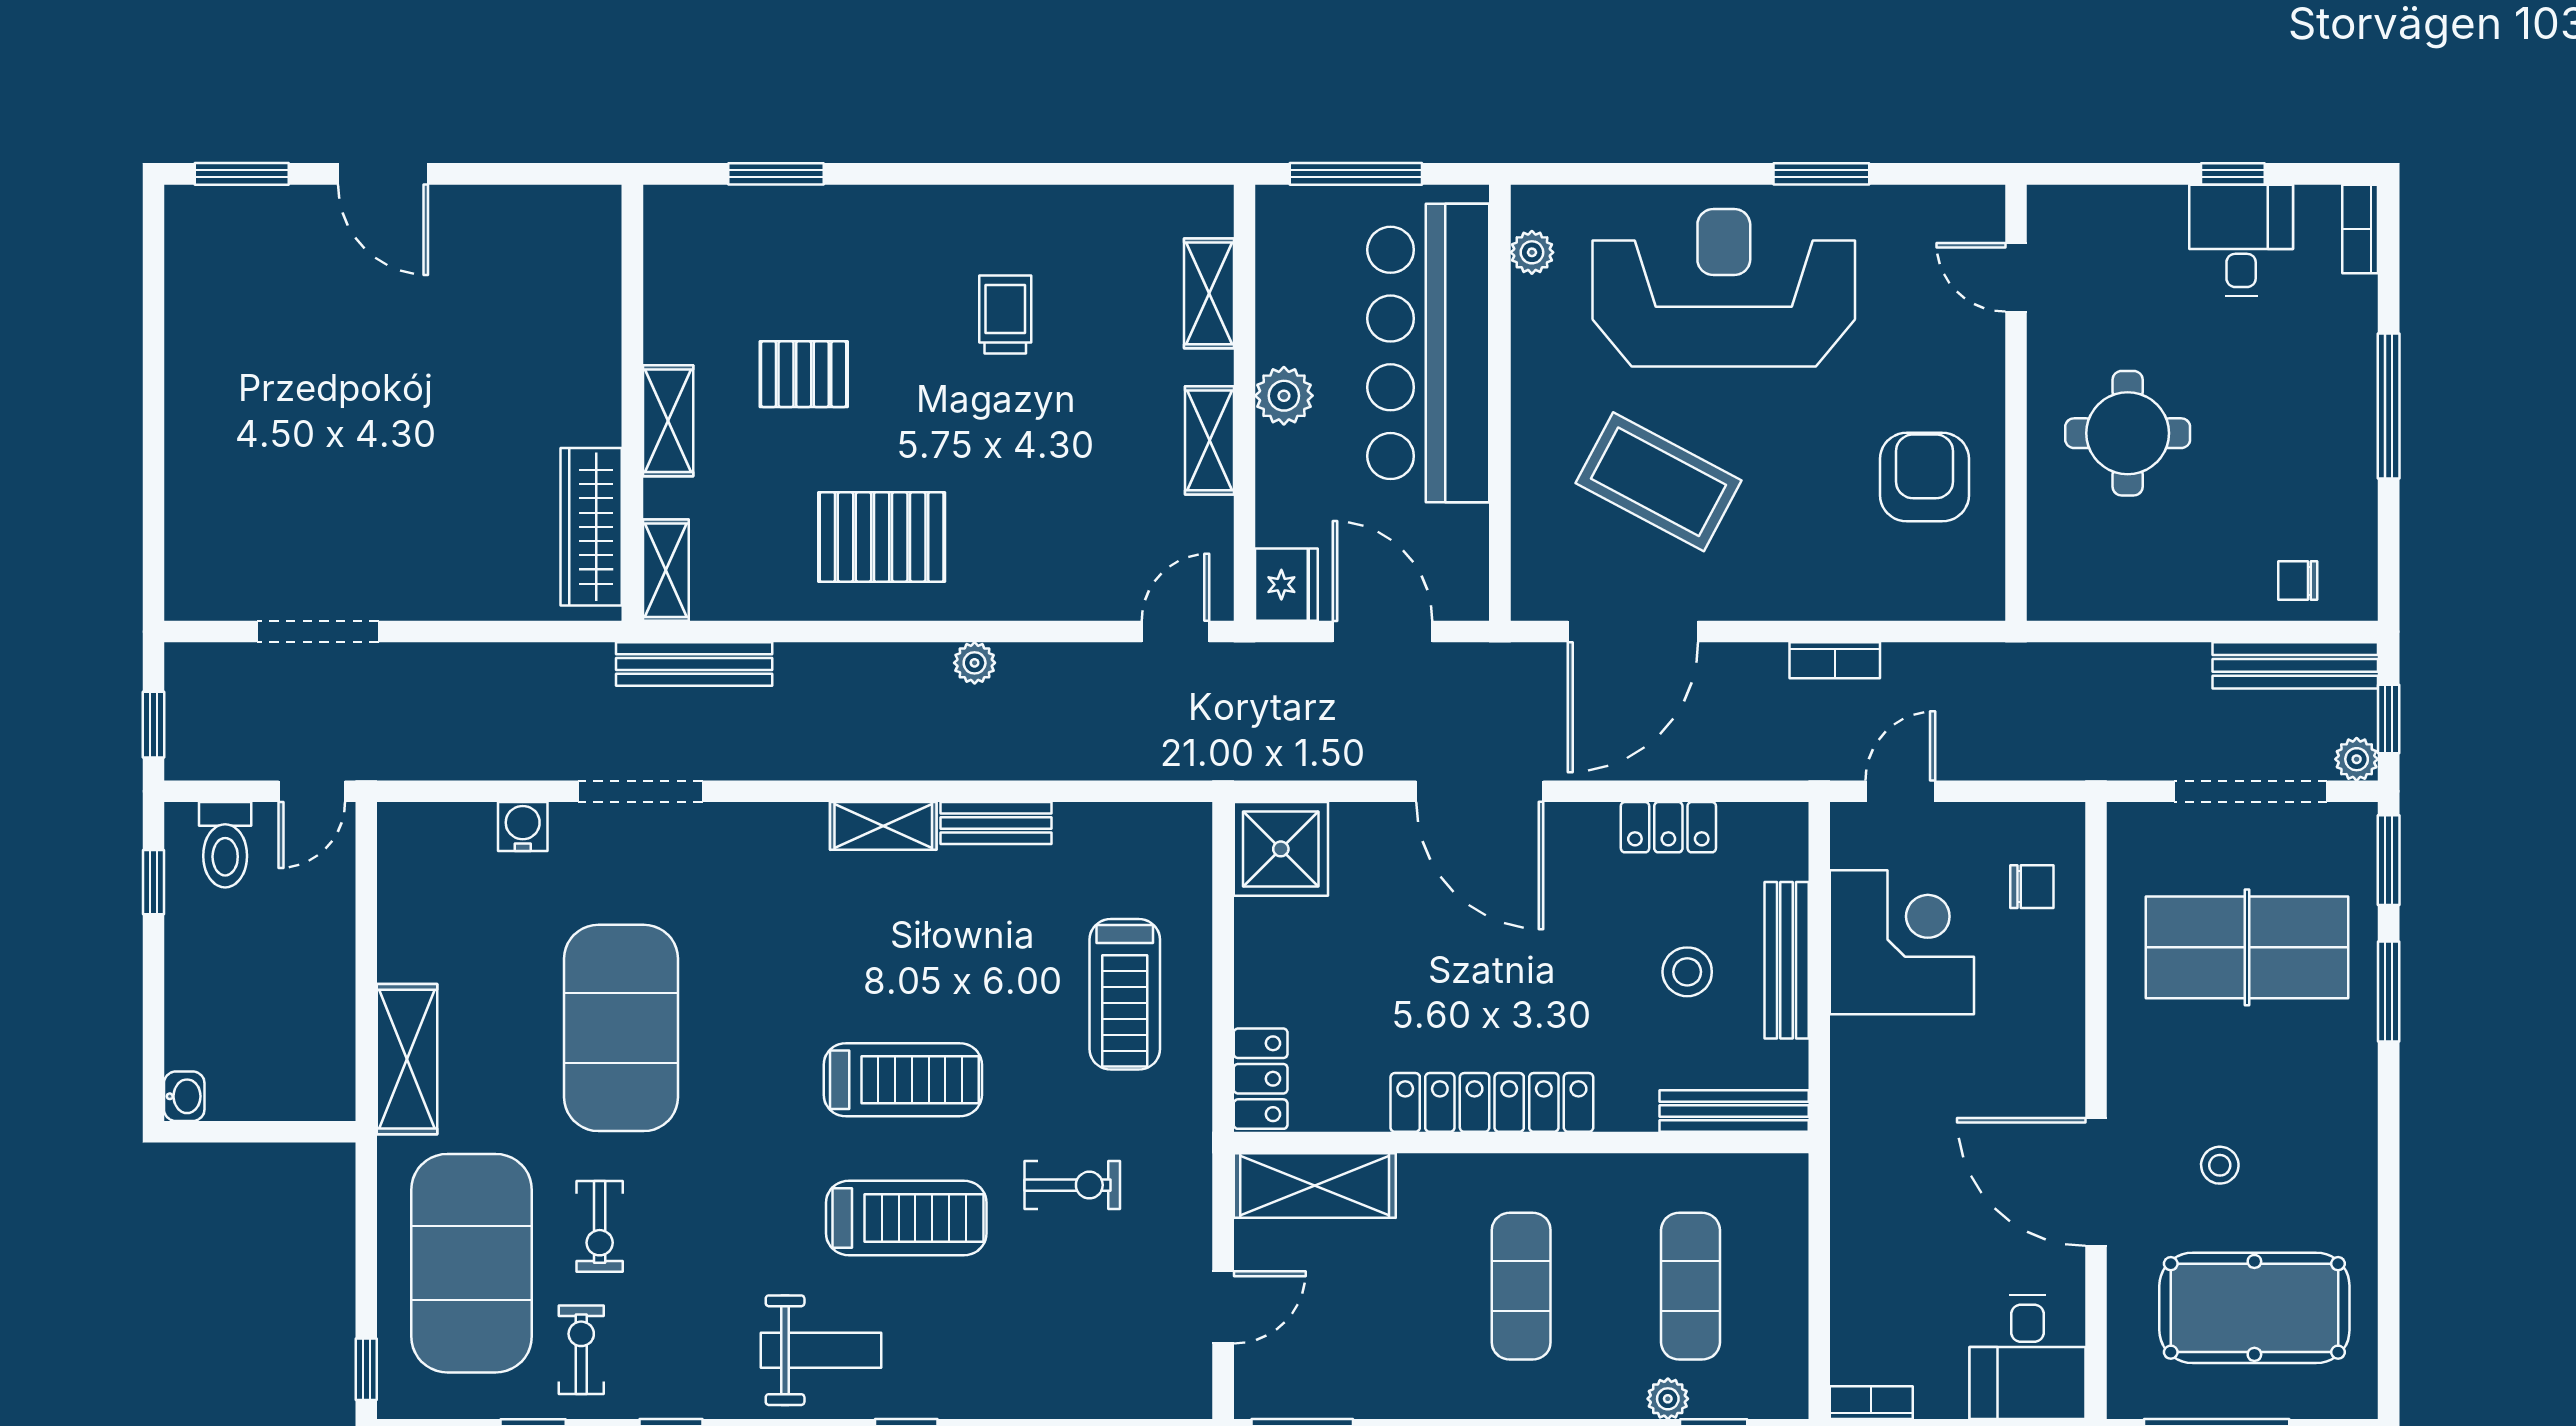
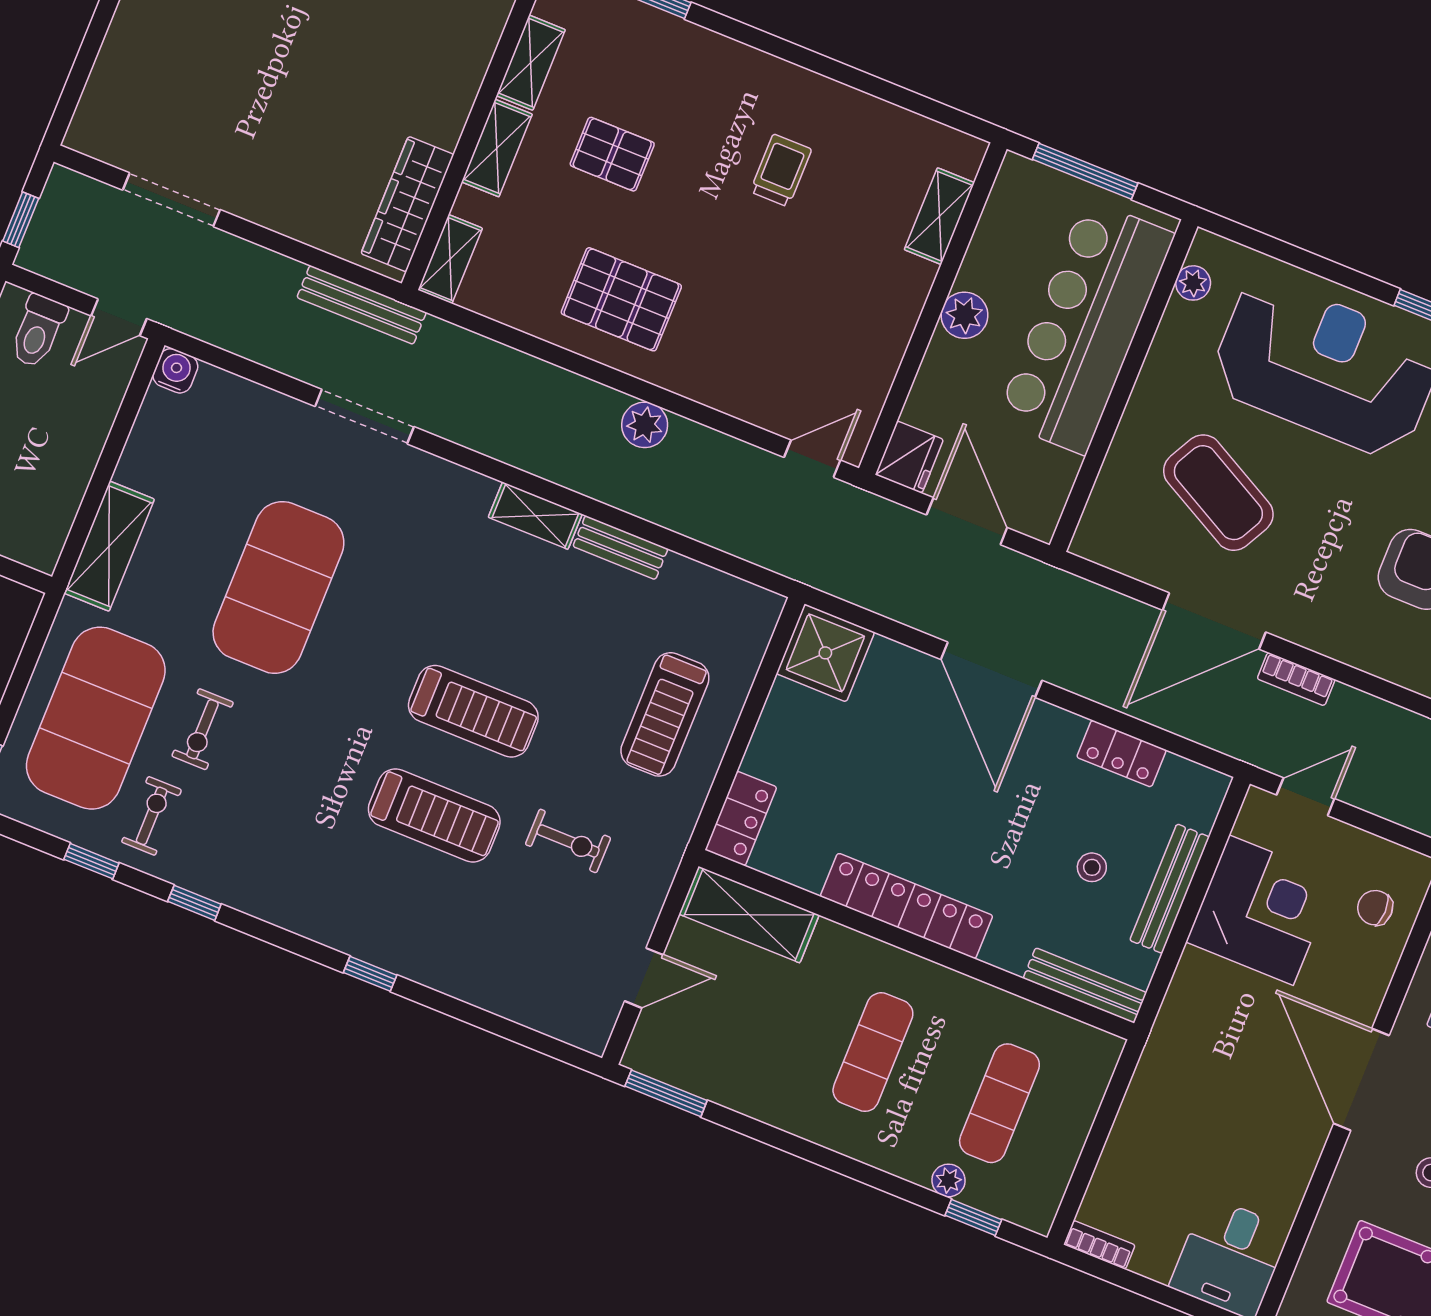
shelving: (1209, 440) -> (531, 63), moved
door: (1633, 632) -> (1214, 621), moved
plant: (975, 663) -> (645, 425), width x1.38, depth x1.38
bench: (694, 664) -> (362, 305), moved
water cooler: (523, 827) -> (175, 371), moved
chair: (2032, 887) -> (1375, 908), turned 180
stool: (1687, 972) -> (1092, 867), width x0.73, depth x0.73
door: (2096, 1182) -> (1361, 1080), moved
weight bench: (821, 1350) -> (331, 889), removed

